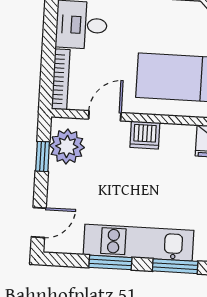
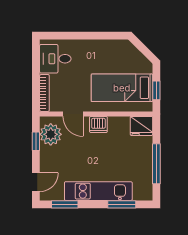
door: (105, 116) -> (73, 114), swing flipped
window: (110, 262) -> (65, 204), moved

